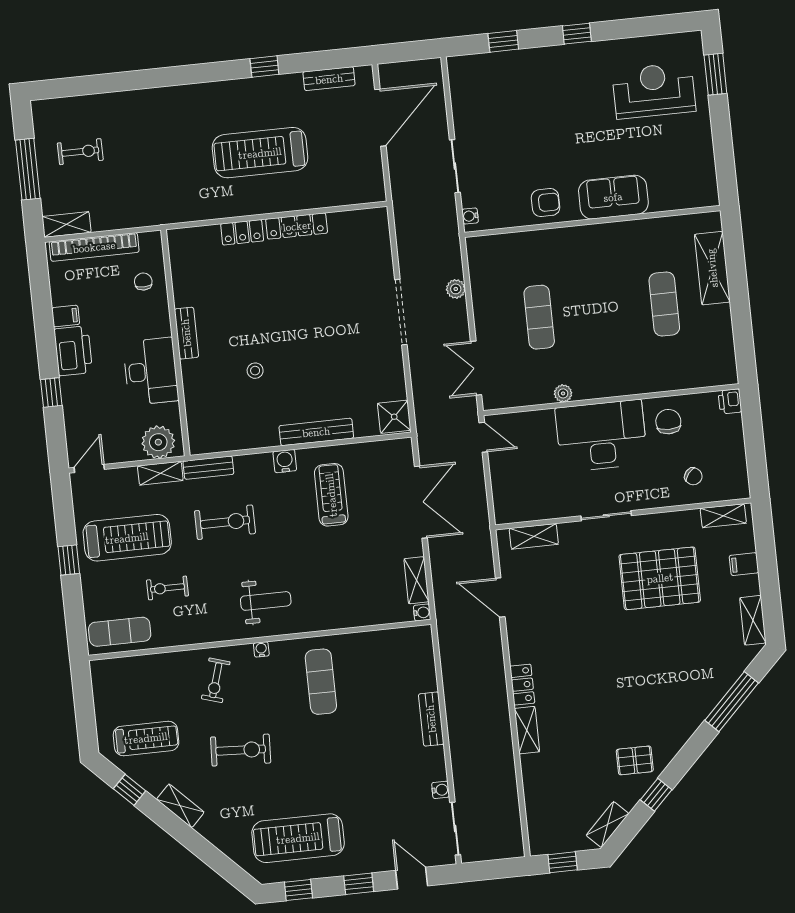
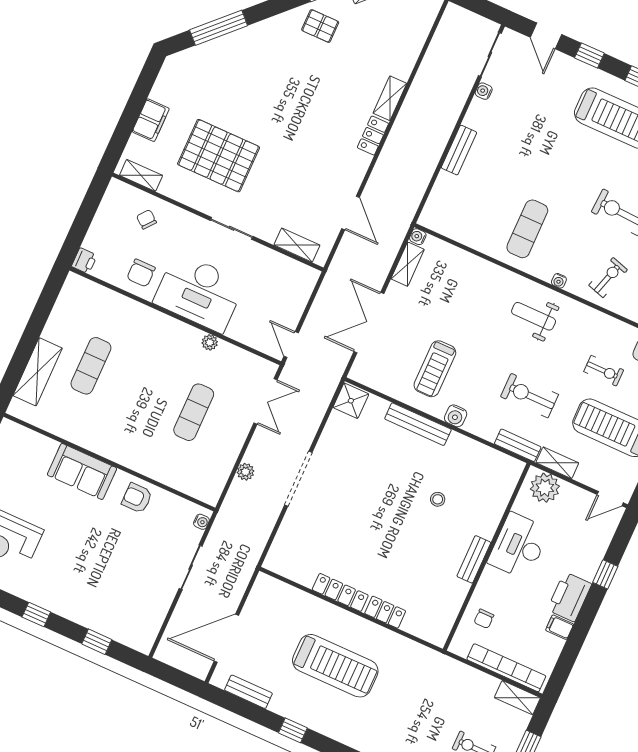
filing cabinet: (744, 564) -> (151, 120), width x2.00
shelving: (753, 620) -> (165, 81), removed

